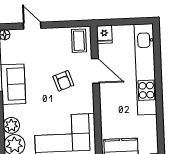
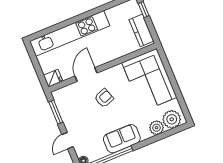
window: (67, 24) -> (56, 112), added
coffee table: (79, 41) -> (66, 97), removed

